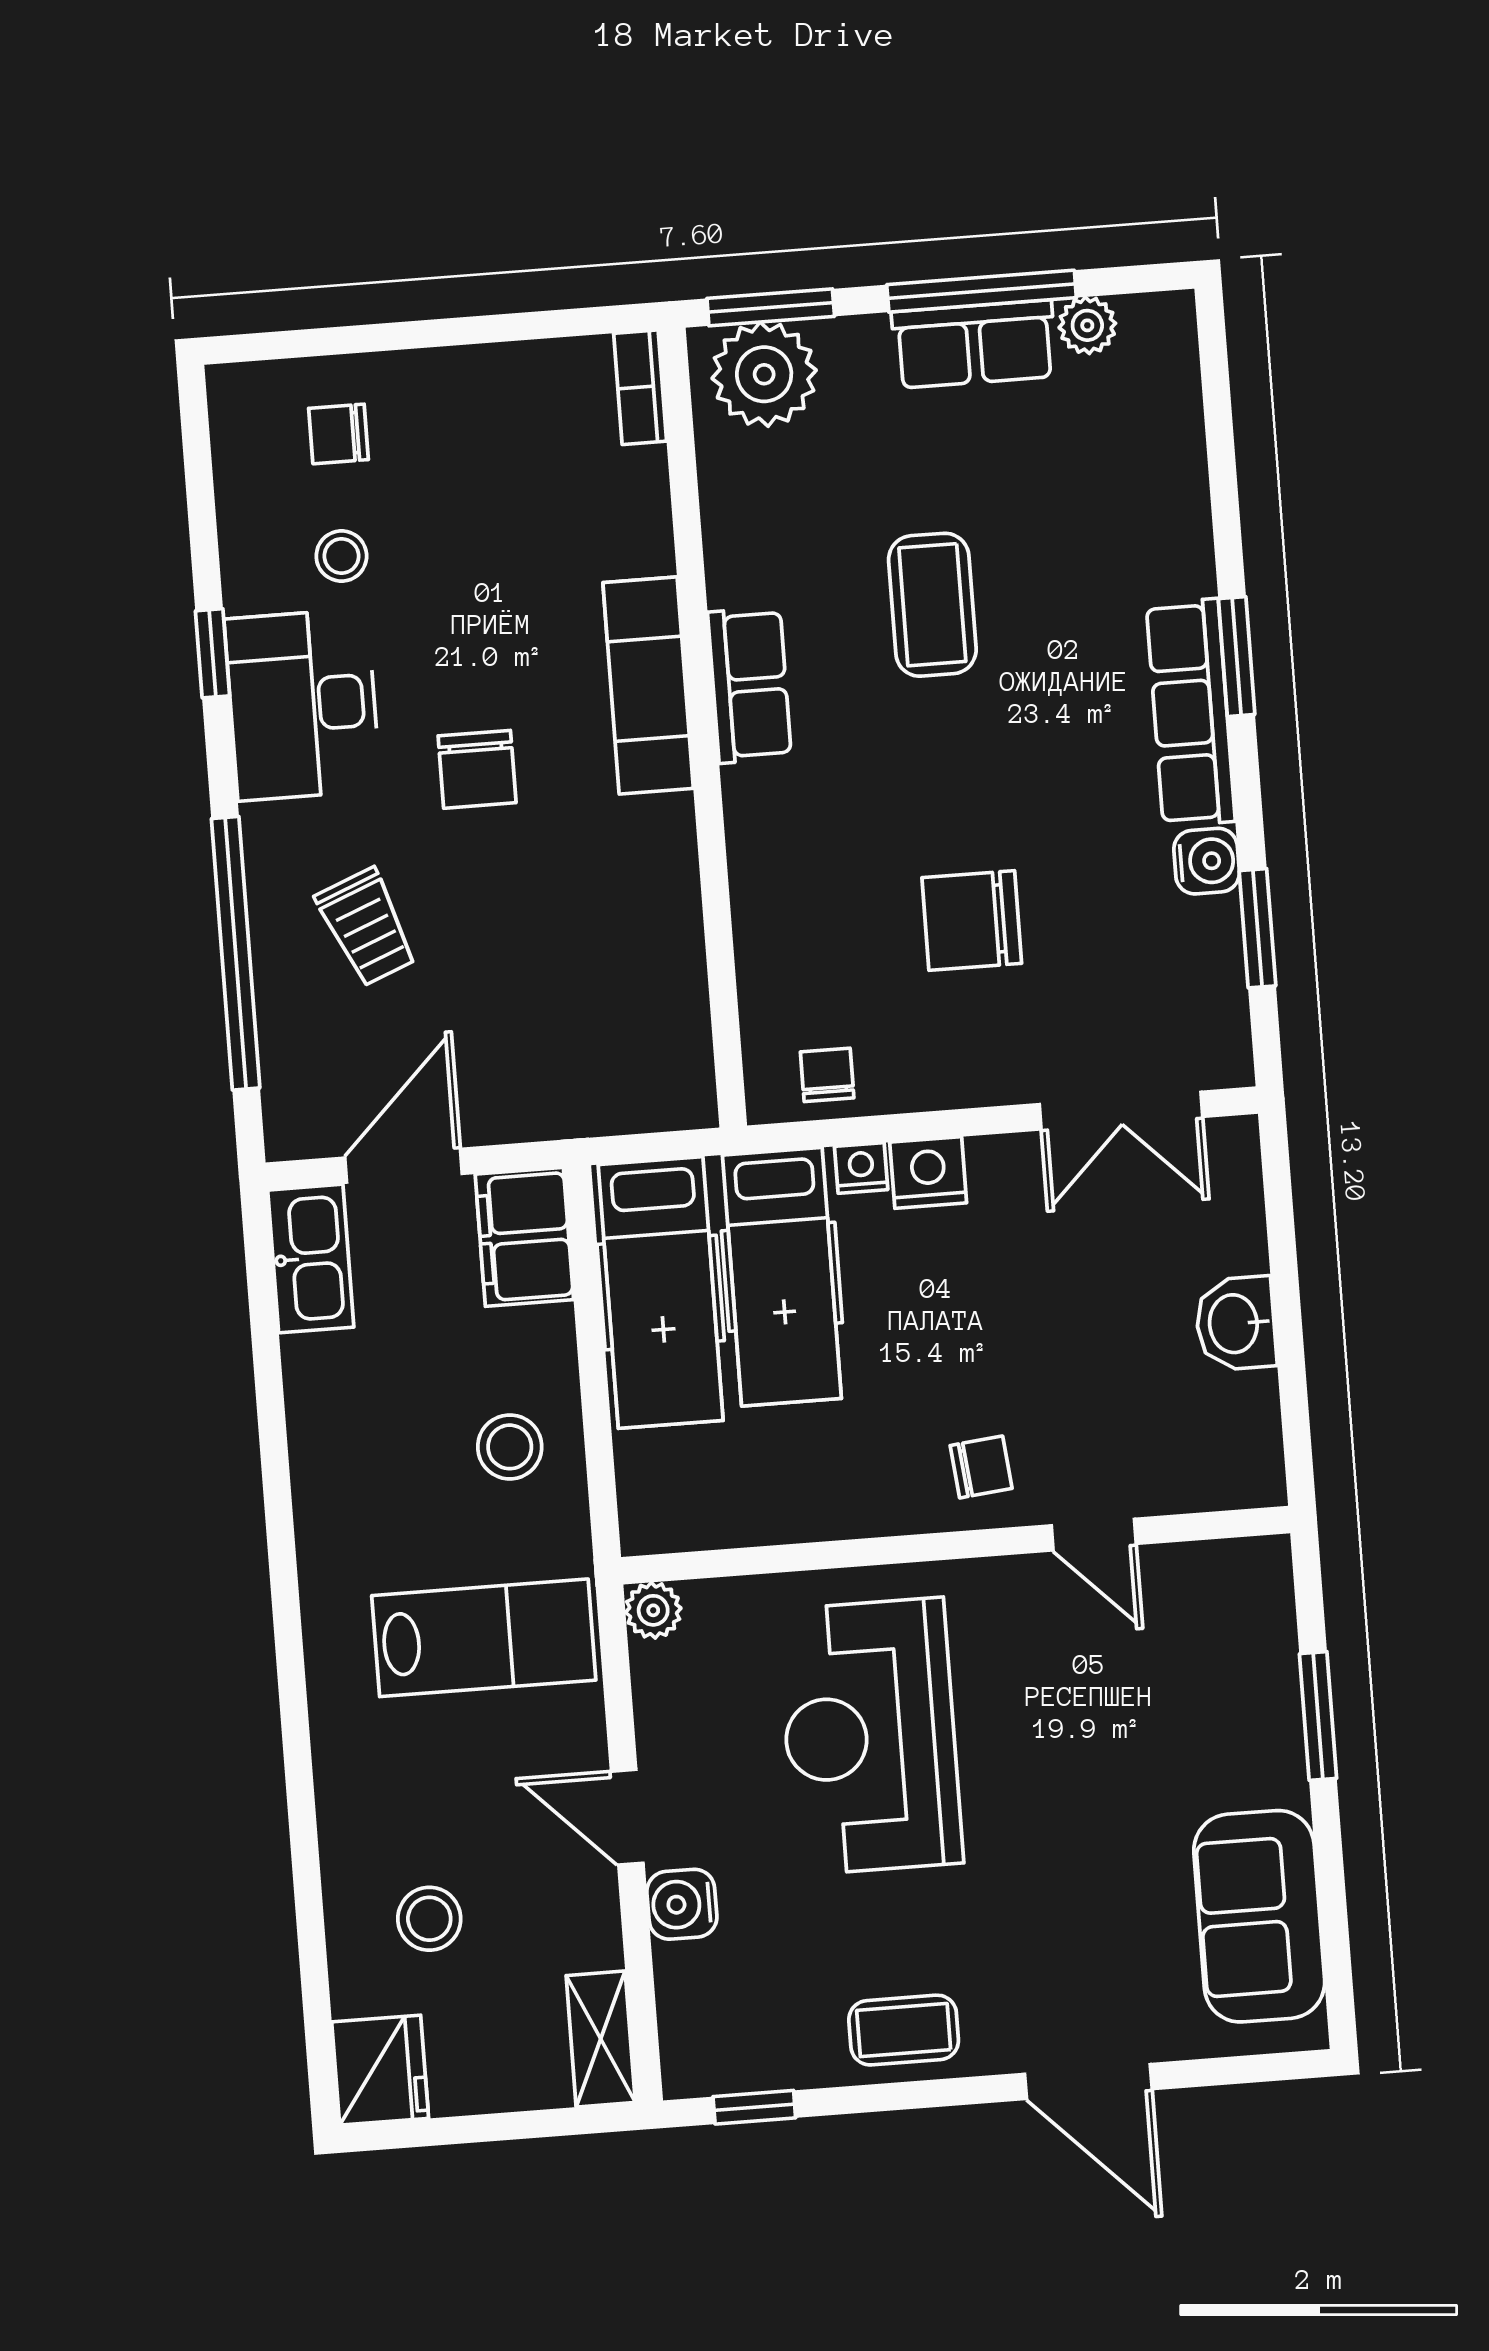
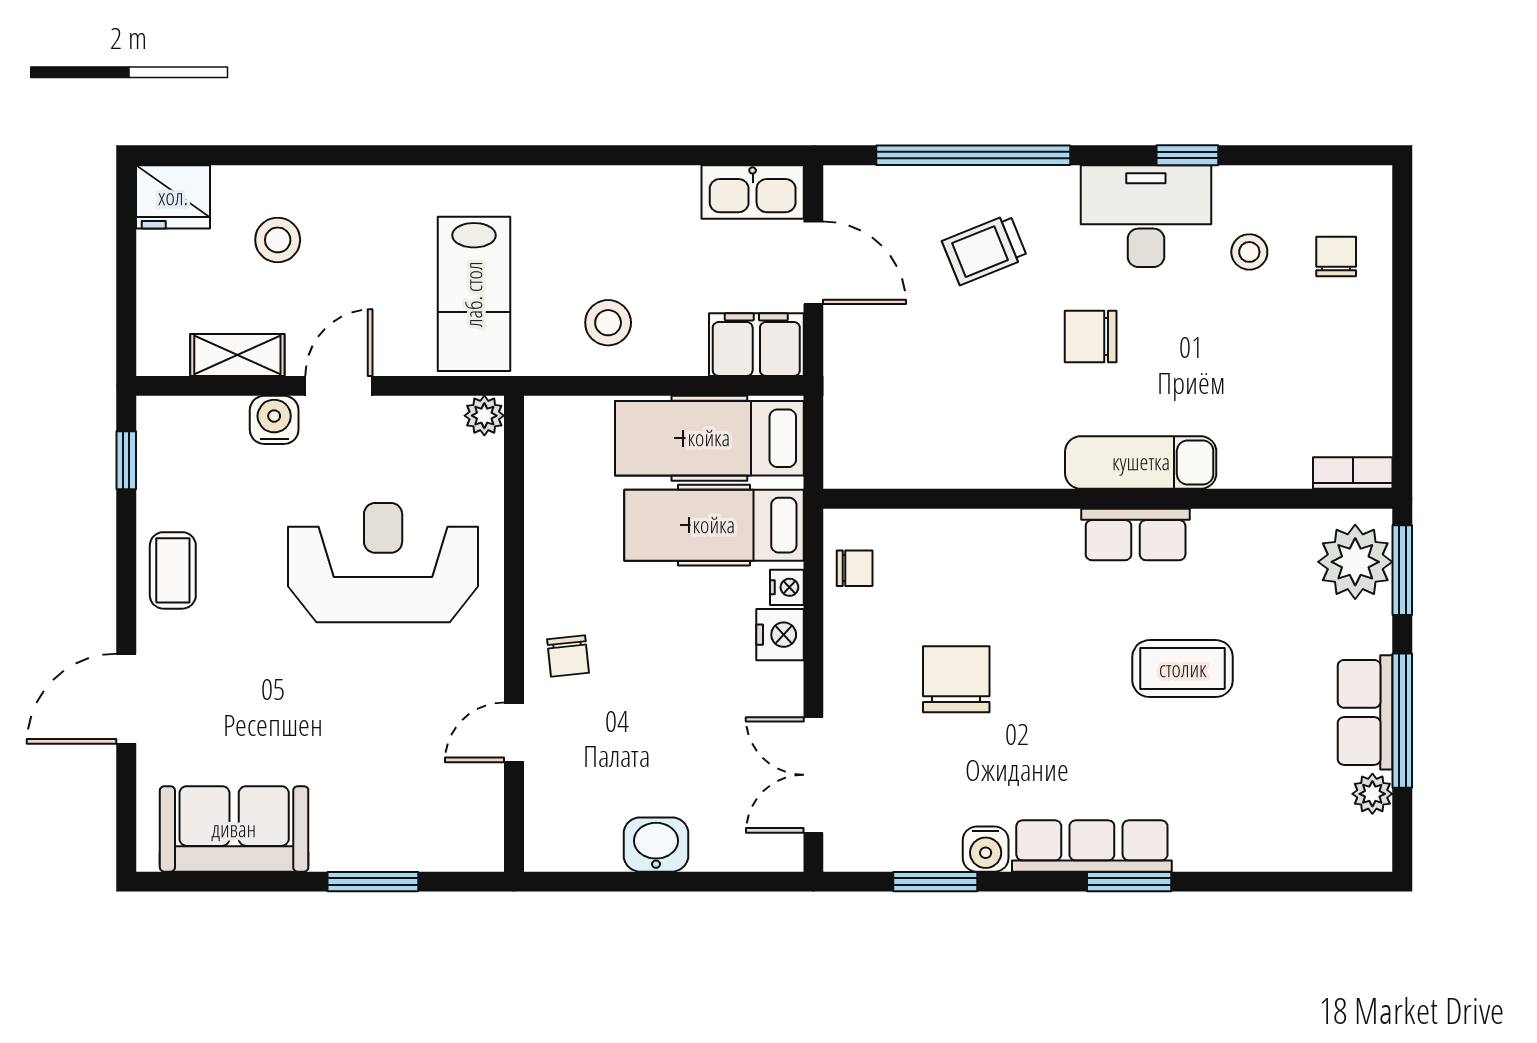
shelving: (601, 2039) -> (237, 355), moved

